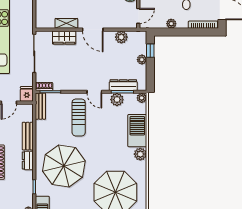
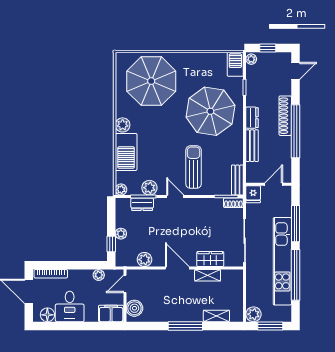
plant: (171, 24) -> (99, 275), moved
dresser: (123, 85) -> (142, 204), width x0.70

